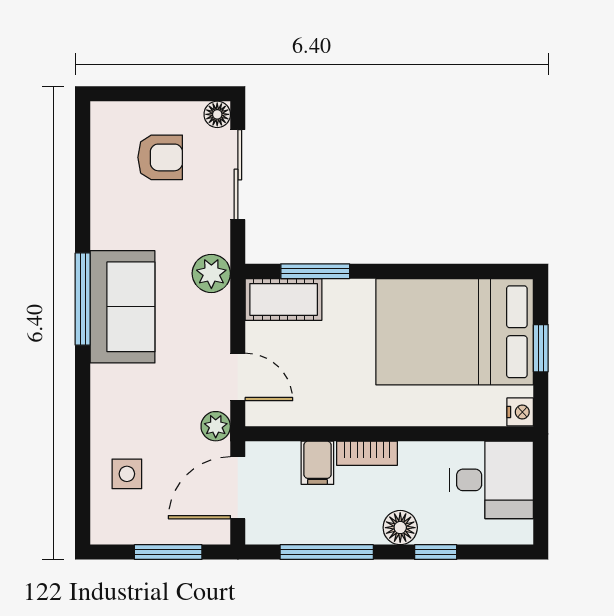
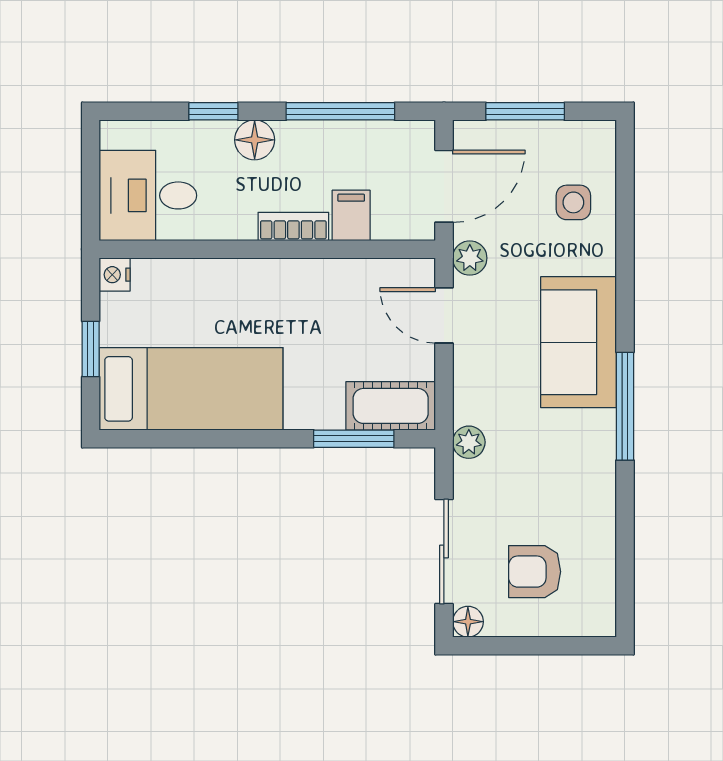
plant: (211, 273) -> (469, 442), width x0.73, depth x0.73
sofa: (122, 307) -> (579, 342), moved
bed: (455, 332) -> (191, 389), width x0.67

